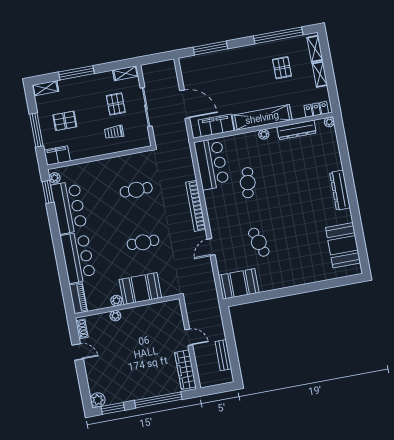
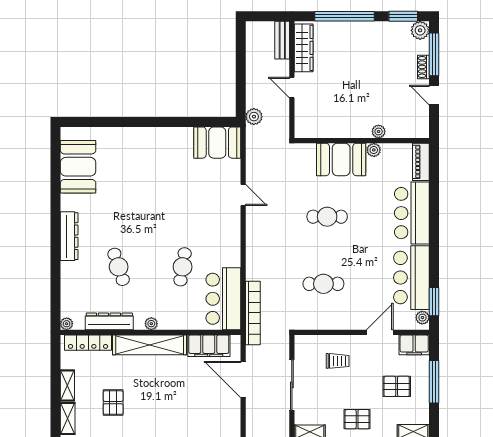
pallet: (116, 104) -> (357, 419), moved, turned 90
locker: (316, 109) -> (88, 343), width x1.53
door: (86, 160) -> (380, 332), added
bookcase: (196, 206) -> (253, 313), moved
cafe table: (259, 242) -> (119, 267), moved
door: (211, 247) -> (243, 195), hinge flipped
plant: (214, 309) -> (254, 117), added
shoe rack: (82, 329) -> (423, 67), moved
bench: (223, 355) -> (282, 40), moved
window: (83, 383) -> (434, 54), added

